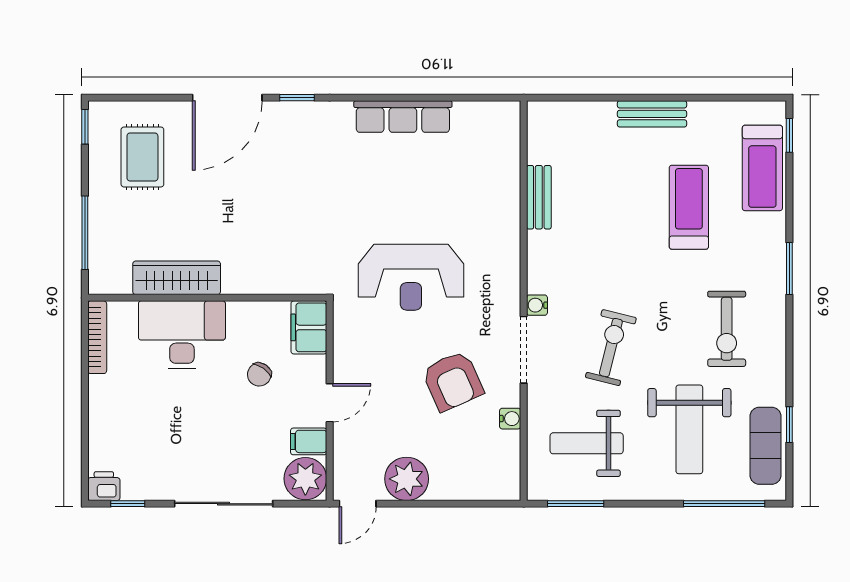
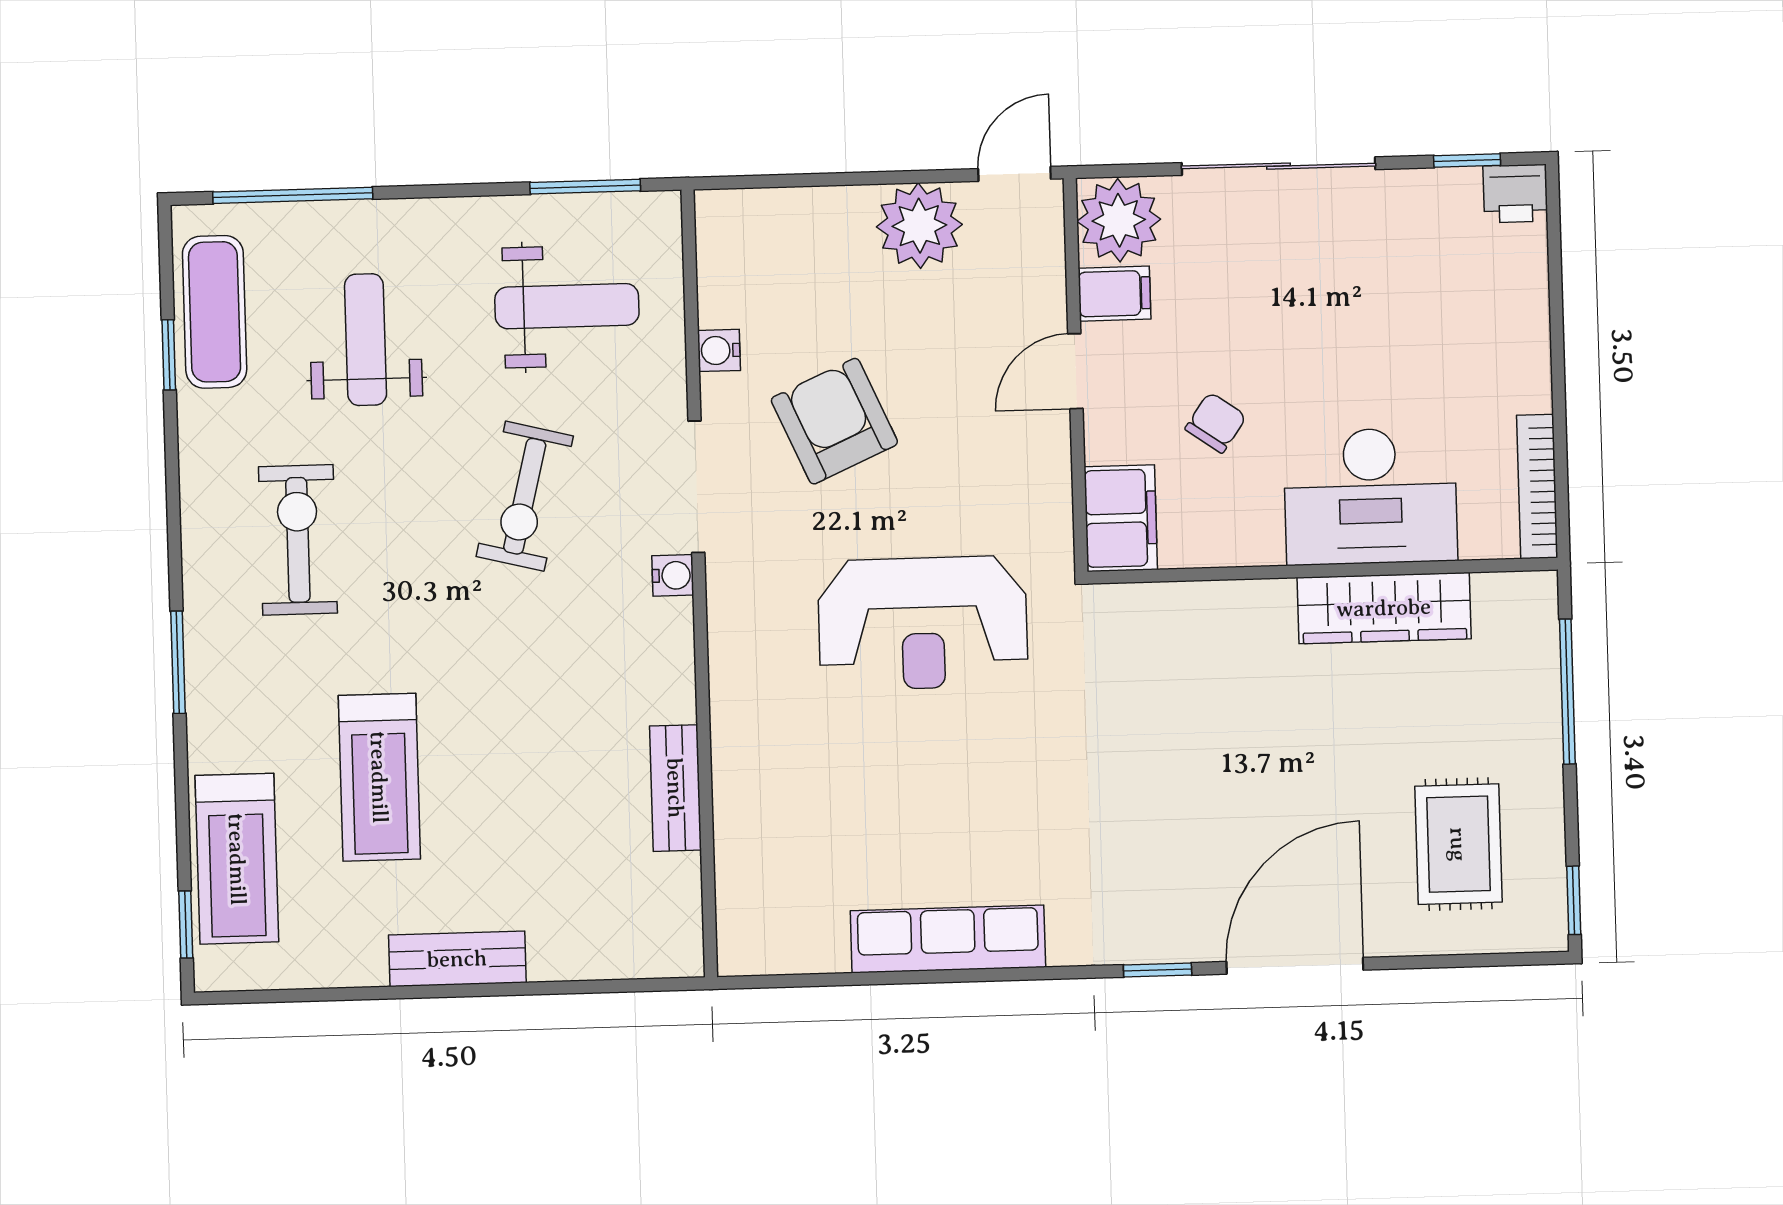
treadmill: (762, 168) -> (237, 859), turned 180
reception desk: (411, 277) -> (923, 623), turned 180
weight bench: (689, 429) -> (366, 340), width x0.73, depth x0.75

